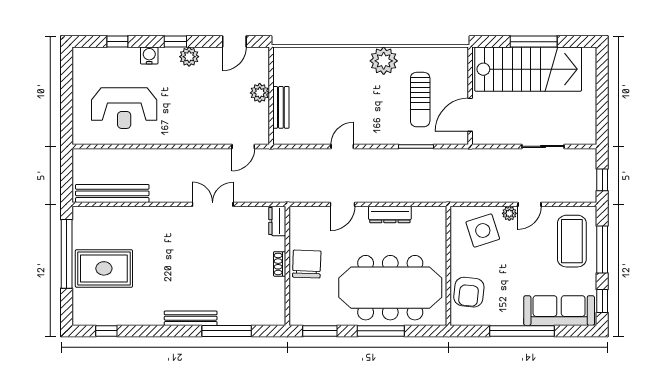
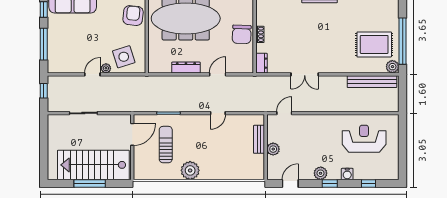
plant: (82, 216) -> (392, 67), added
coffee table: (572, 241) -> (64, 50), removed
rug: (104, 268) -> (374, 44), moved

